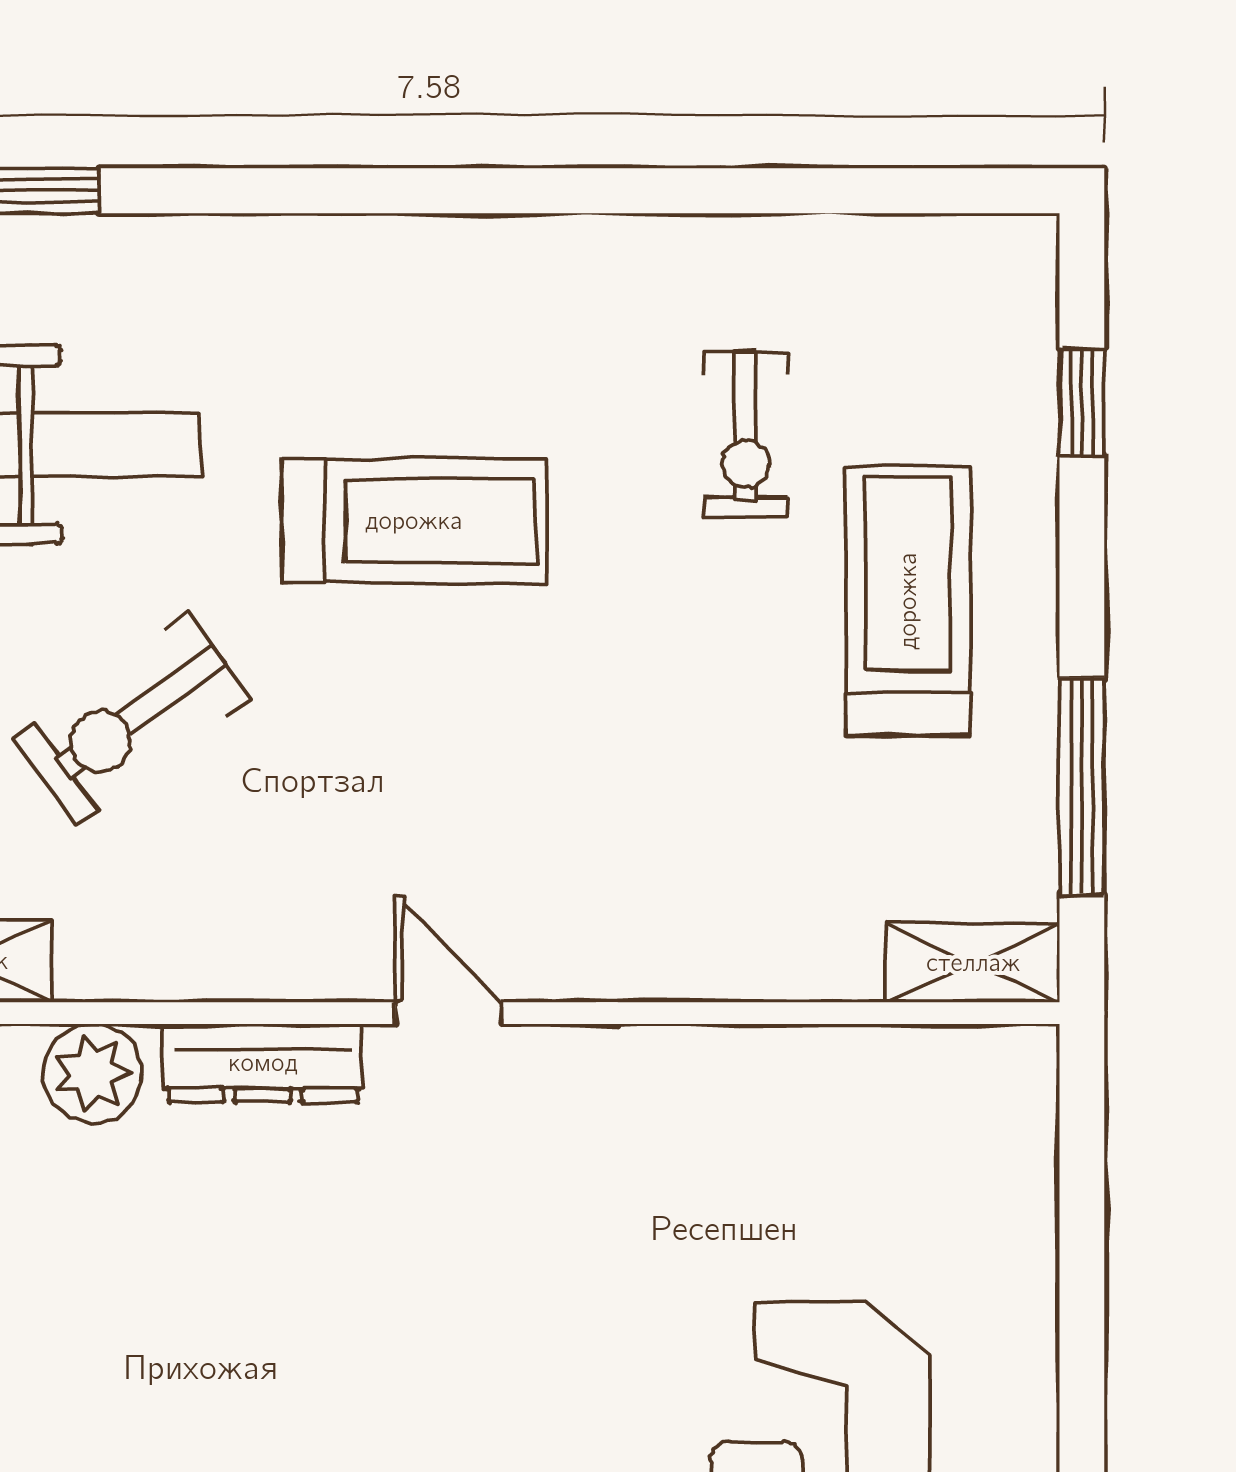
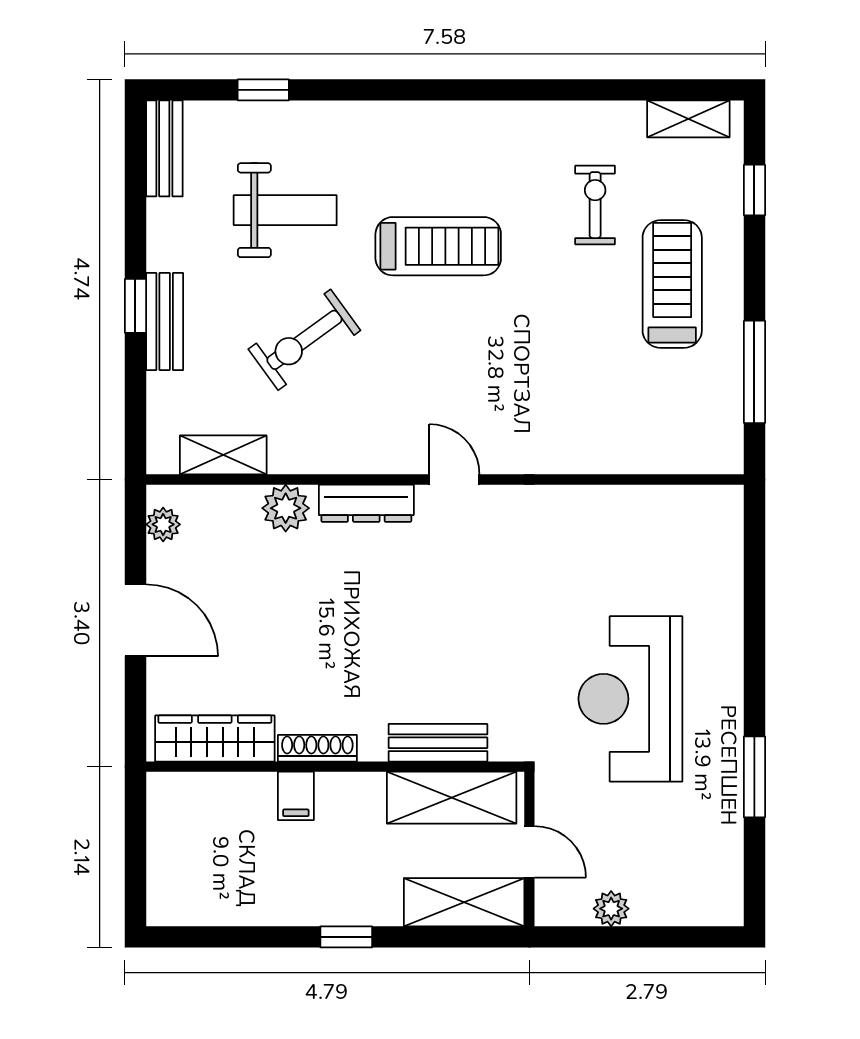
exercise bike: (746, 434) -> (595, 205), turned 180
shelving: (973, 963) -> (688, 119), moved

